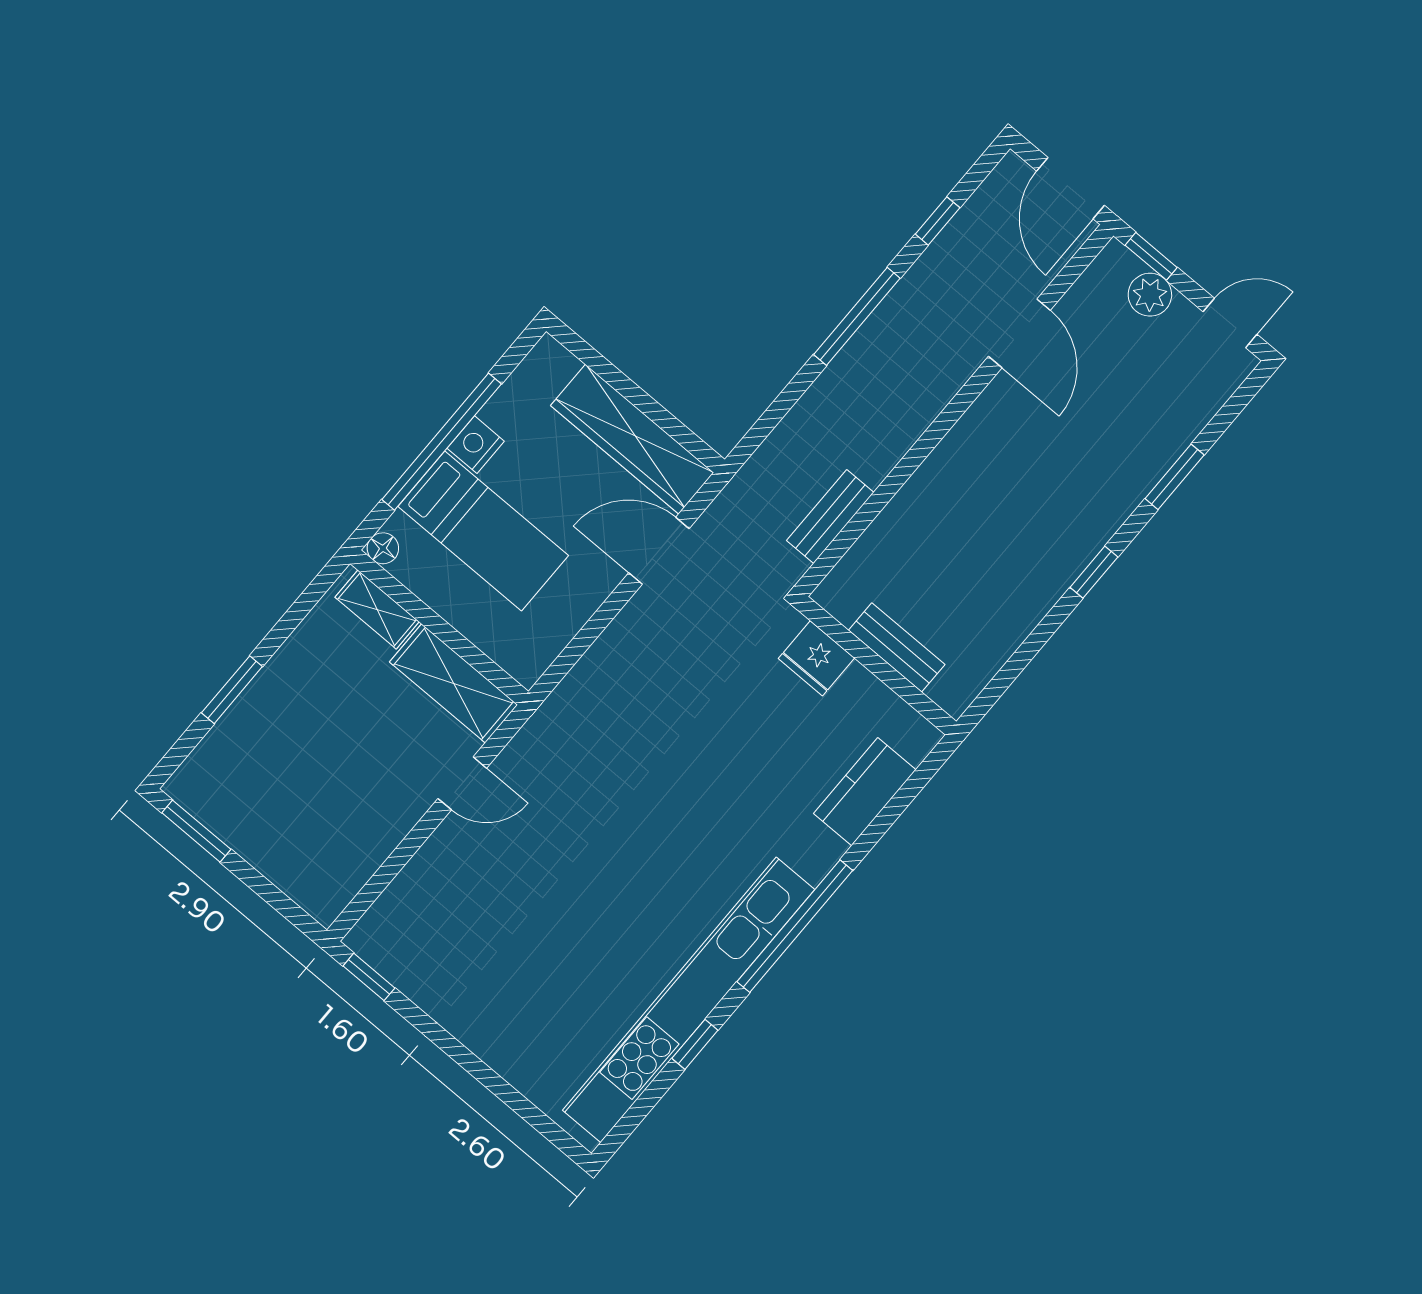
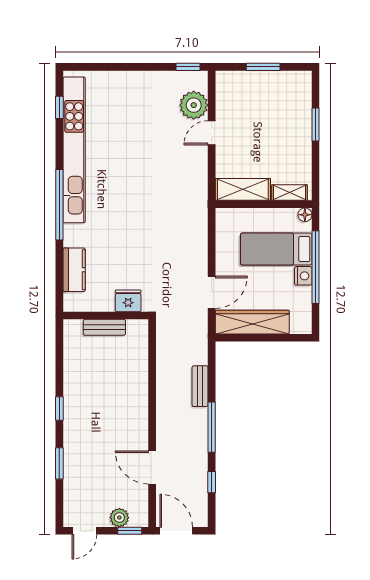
bench: (830, 516) -> (200, 386), moved
door: (462, 783) -> (212, 133), moved
window: (196, 831) -> (263, 67), moved
plant: (415, 902) -> (194, 105), added
window: (695, 1044) -> (59, 107), moved

